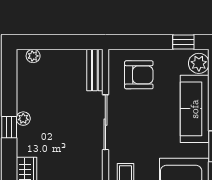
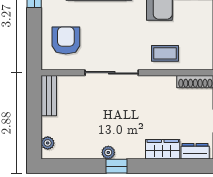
bench: (95, 70) -> (49, 96), moved, turned 90

